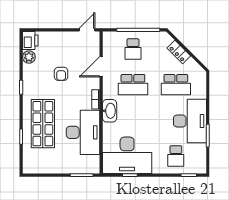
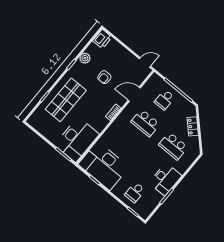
plant: (29, 57) -> (85, 58), moved
washbasin: (110, 111) -> (116, 127), removed
desk: (190, 121) -> (165, 179), width x0.73, depth x0.77
desk: (83, 132) -> (77, 140), moved

